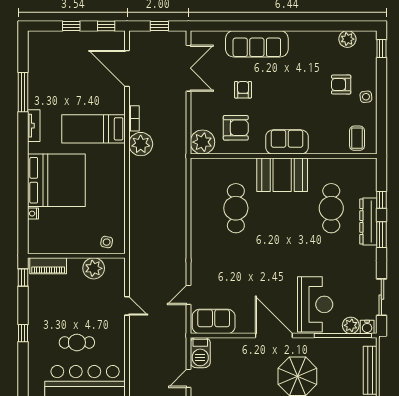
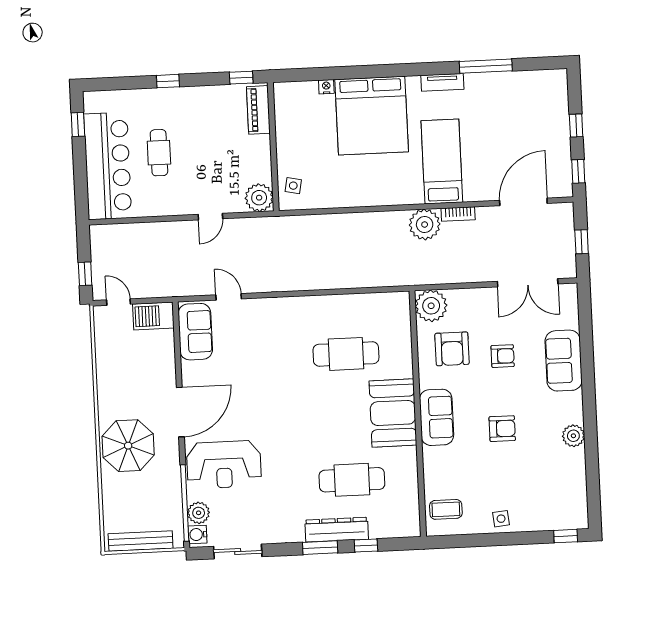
plant: (347, 39) -> (573, 436), moved
sofa: (257, 44) -> (564, 361), width x0.73
armchair: (341, 85) -> (502, 429), moved, turned 90
plant: (94, 268) -> (259, 198), moved

